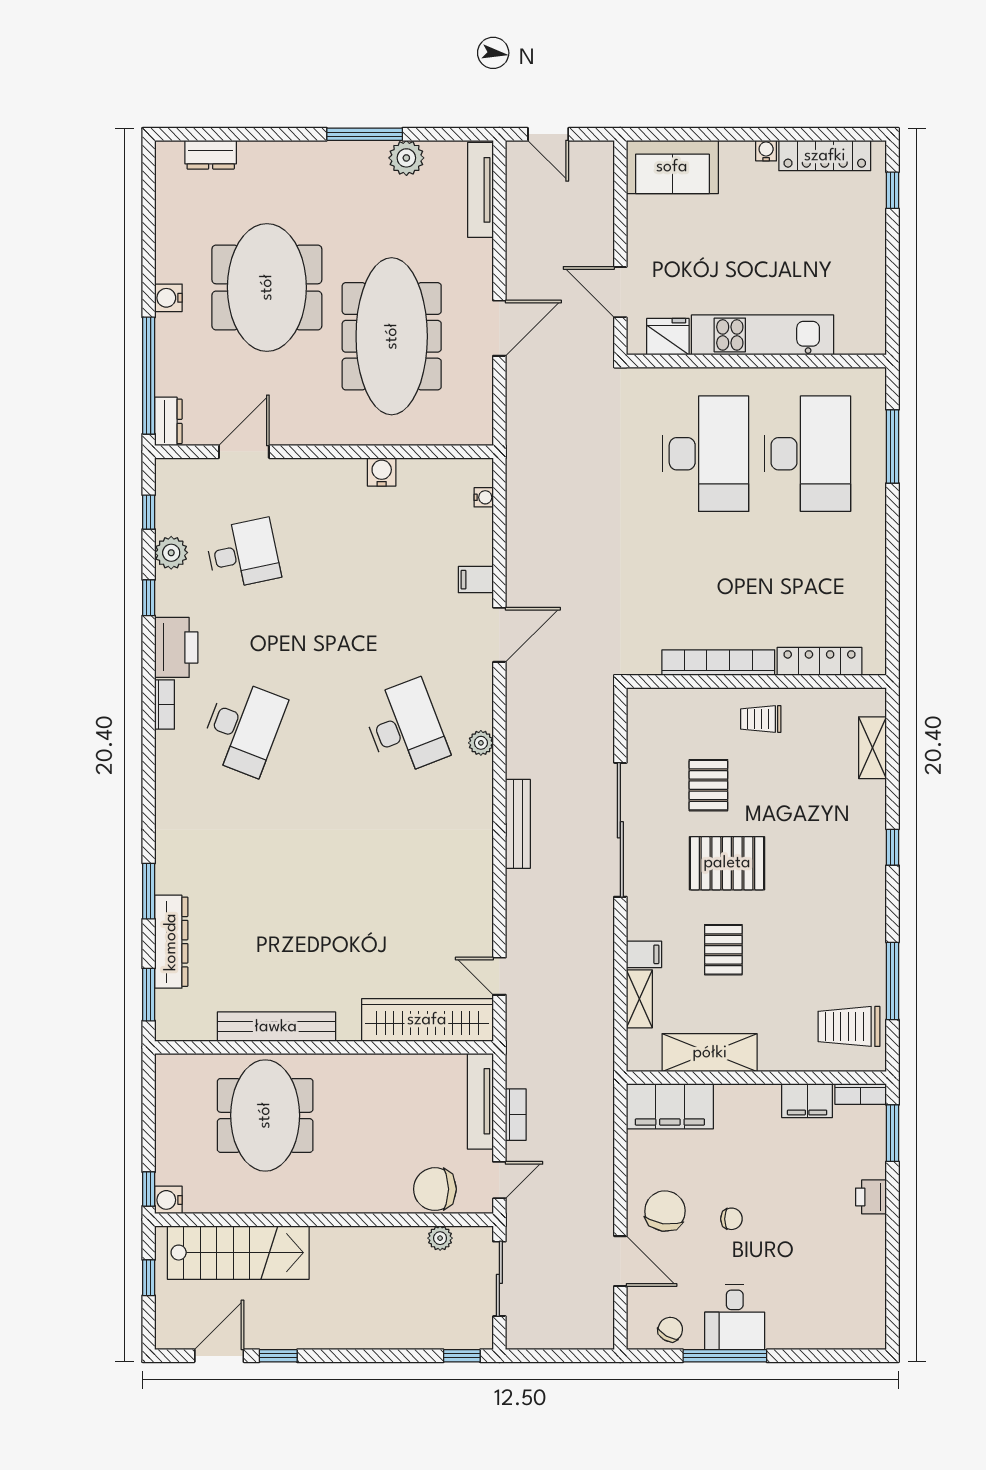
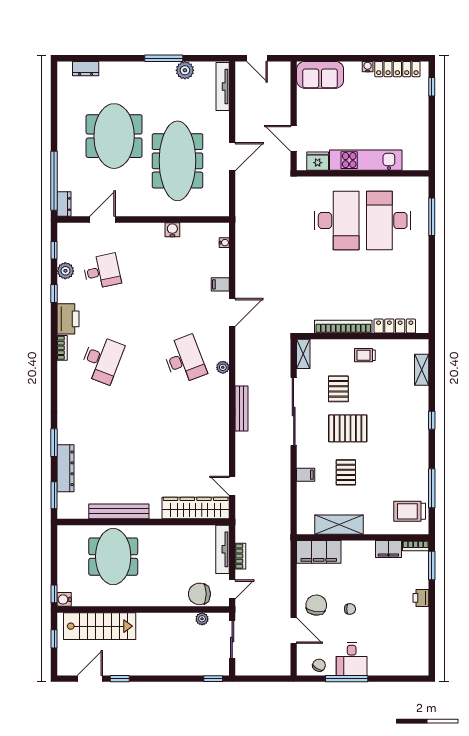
water cooler: (168, 298) -> (64, 141), removed
desk: (807, 454) -> (389, 220), turned 180
shelving: (639, 999) -> (303, 354), moved

